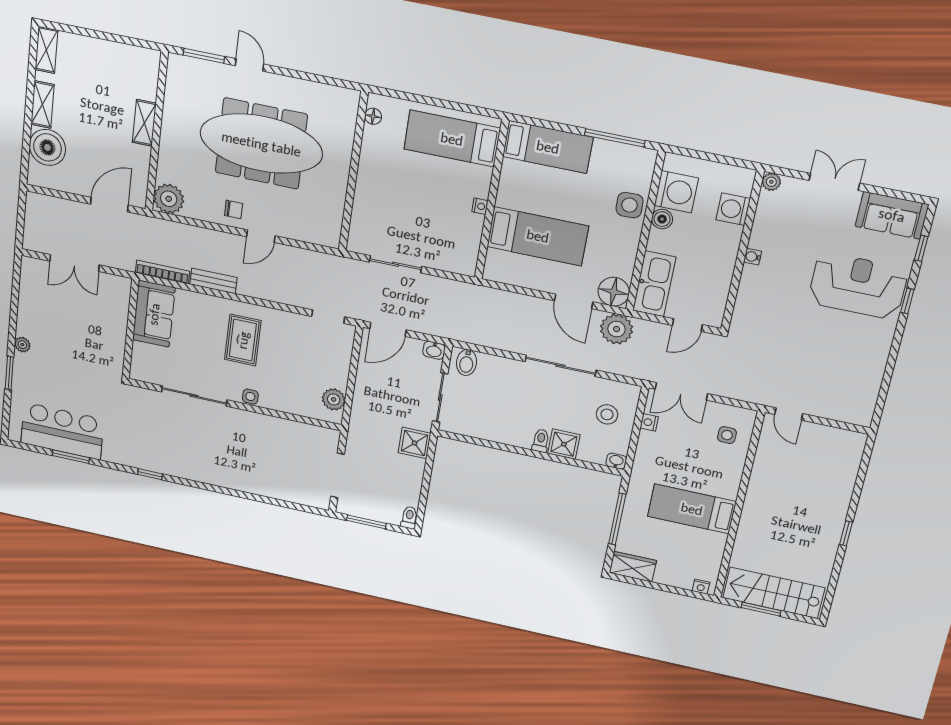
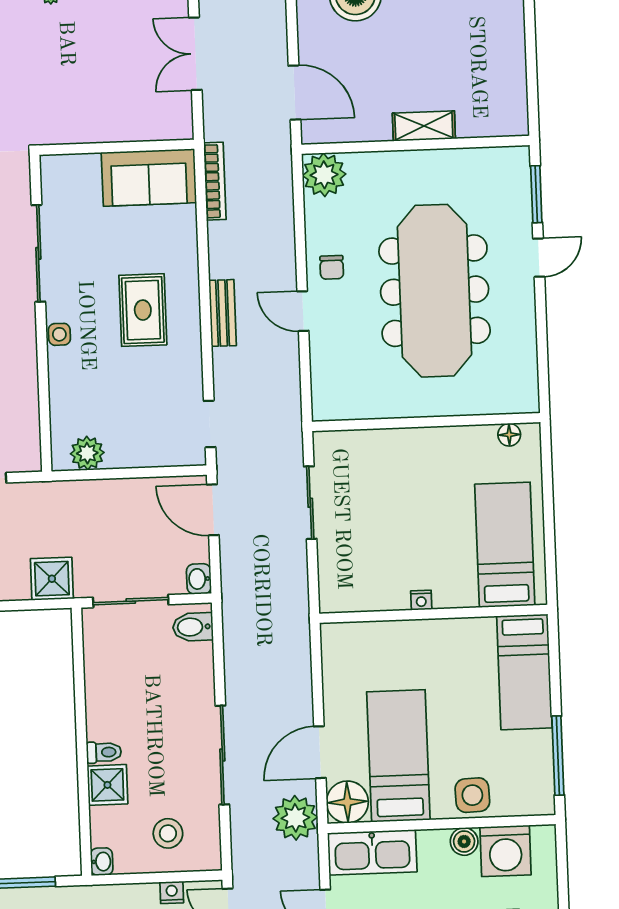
bed: (538, 236) -> (398, 756), moved, turned 180
bench: (214, 281) -> (223, 313), moved
rug: (243, 340) -> (143, 310), turned 90

